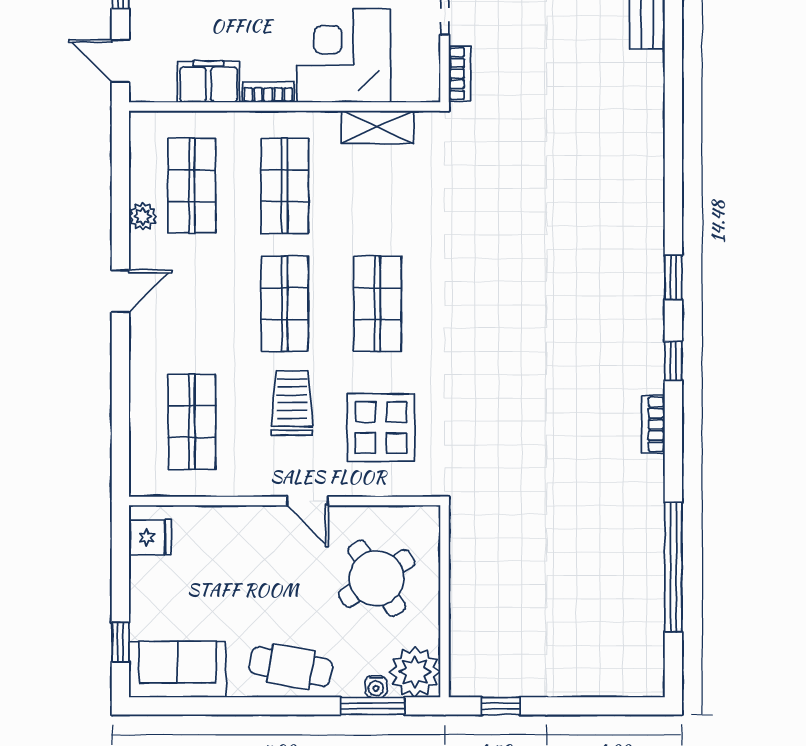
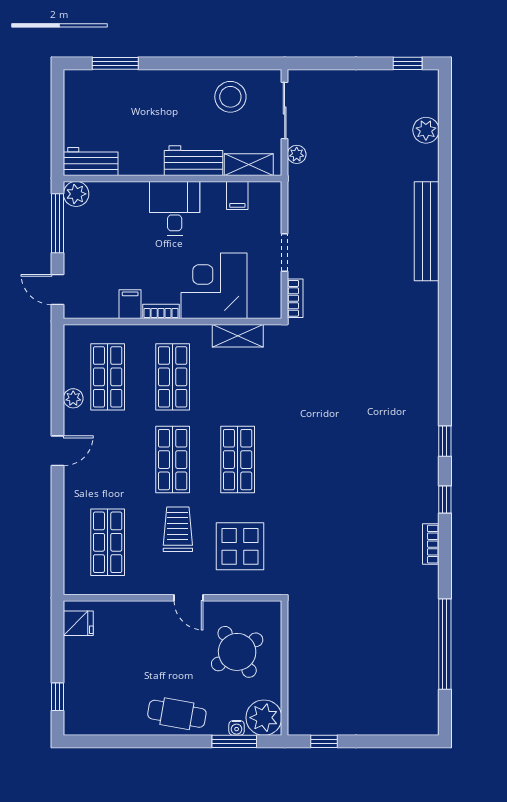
filing cabinet: (209, 82) -> (130, 304), width x0.50
sofa: (178, 669) -> (97, 716), removed

